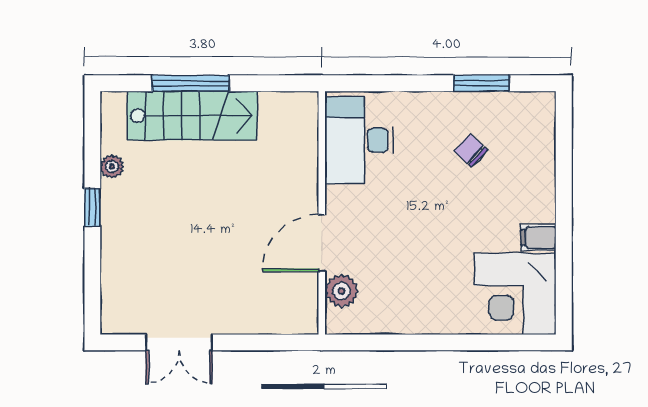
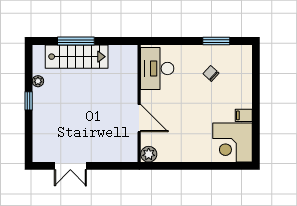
door: (322, 243) -> (139, 118), swing flipped
plant: (342, 291) -> (149, 154), moved

